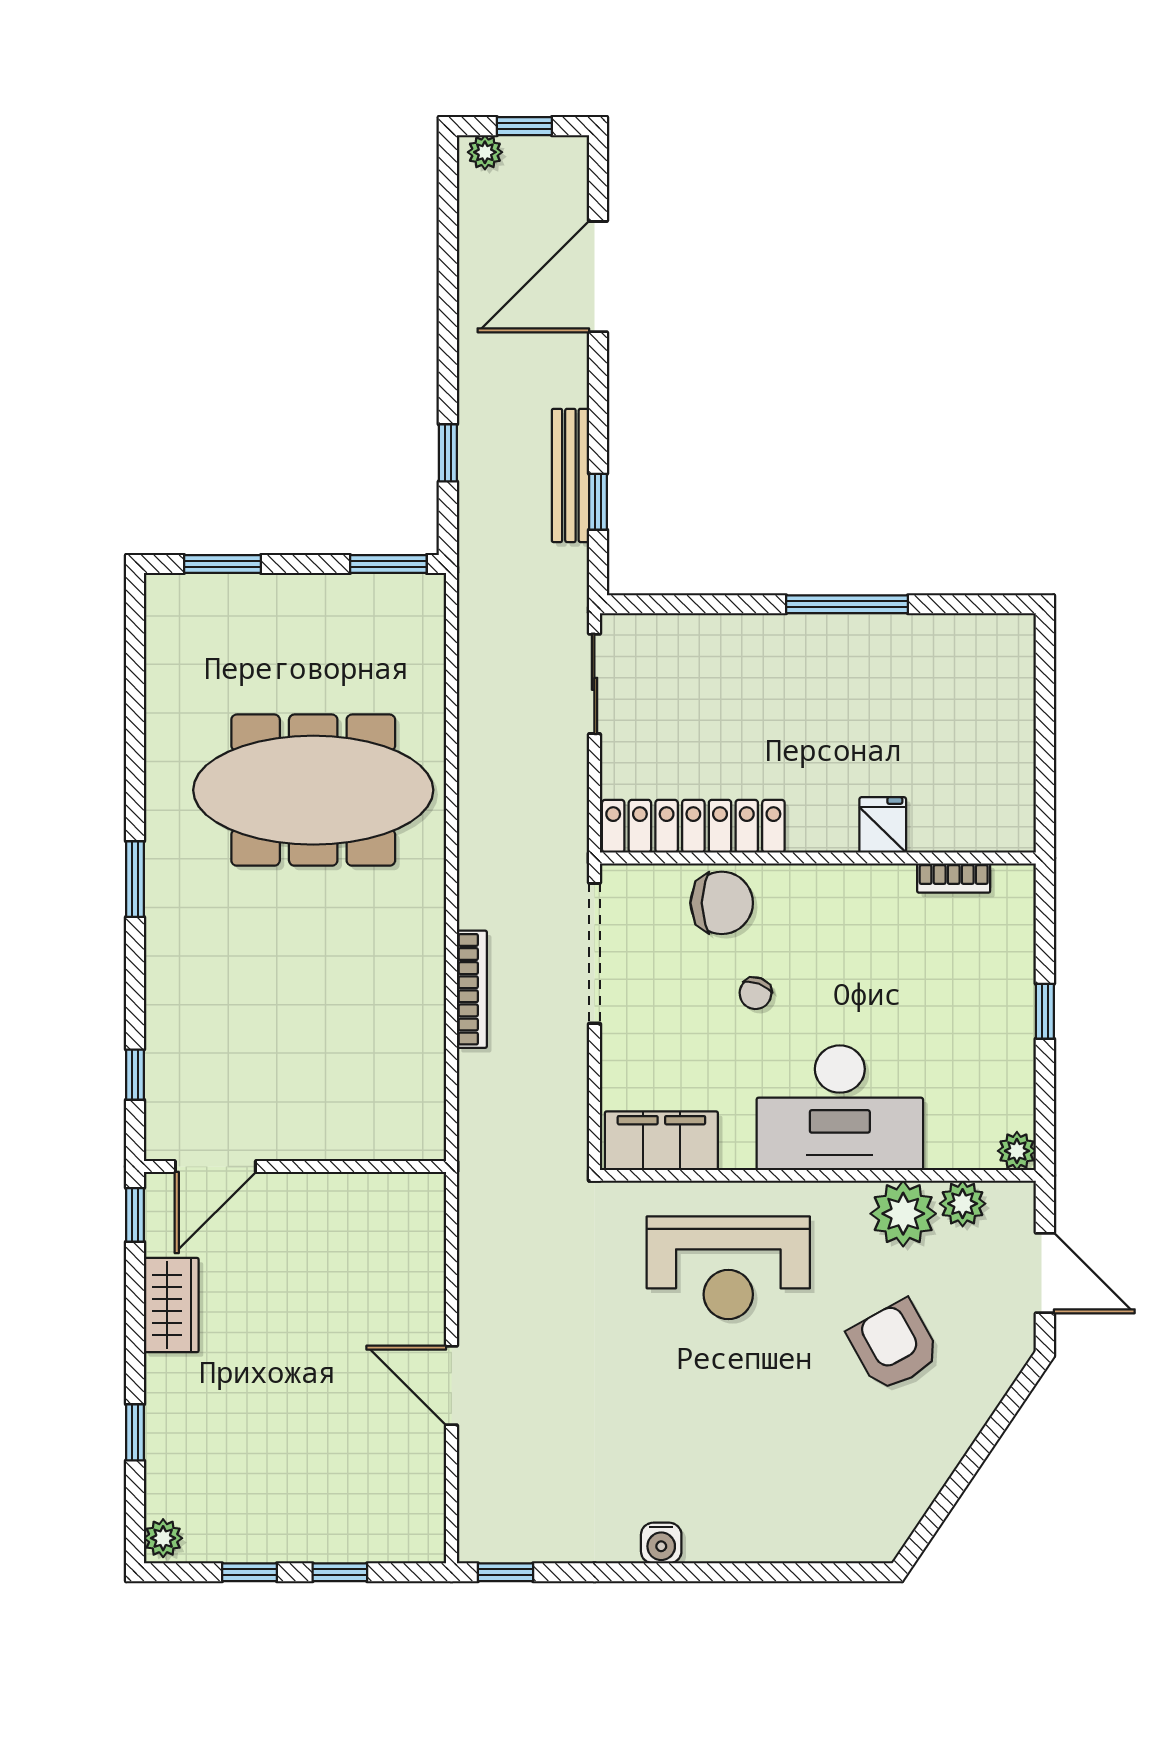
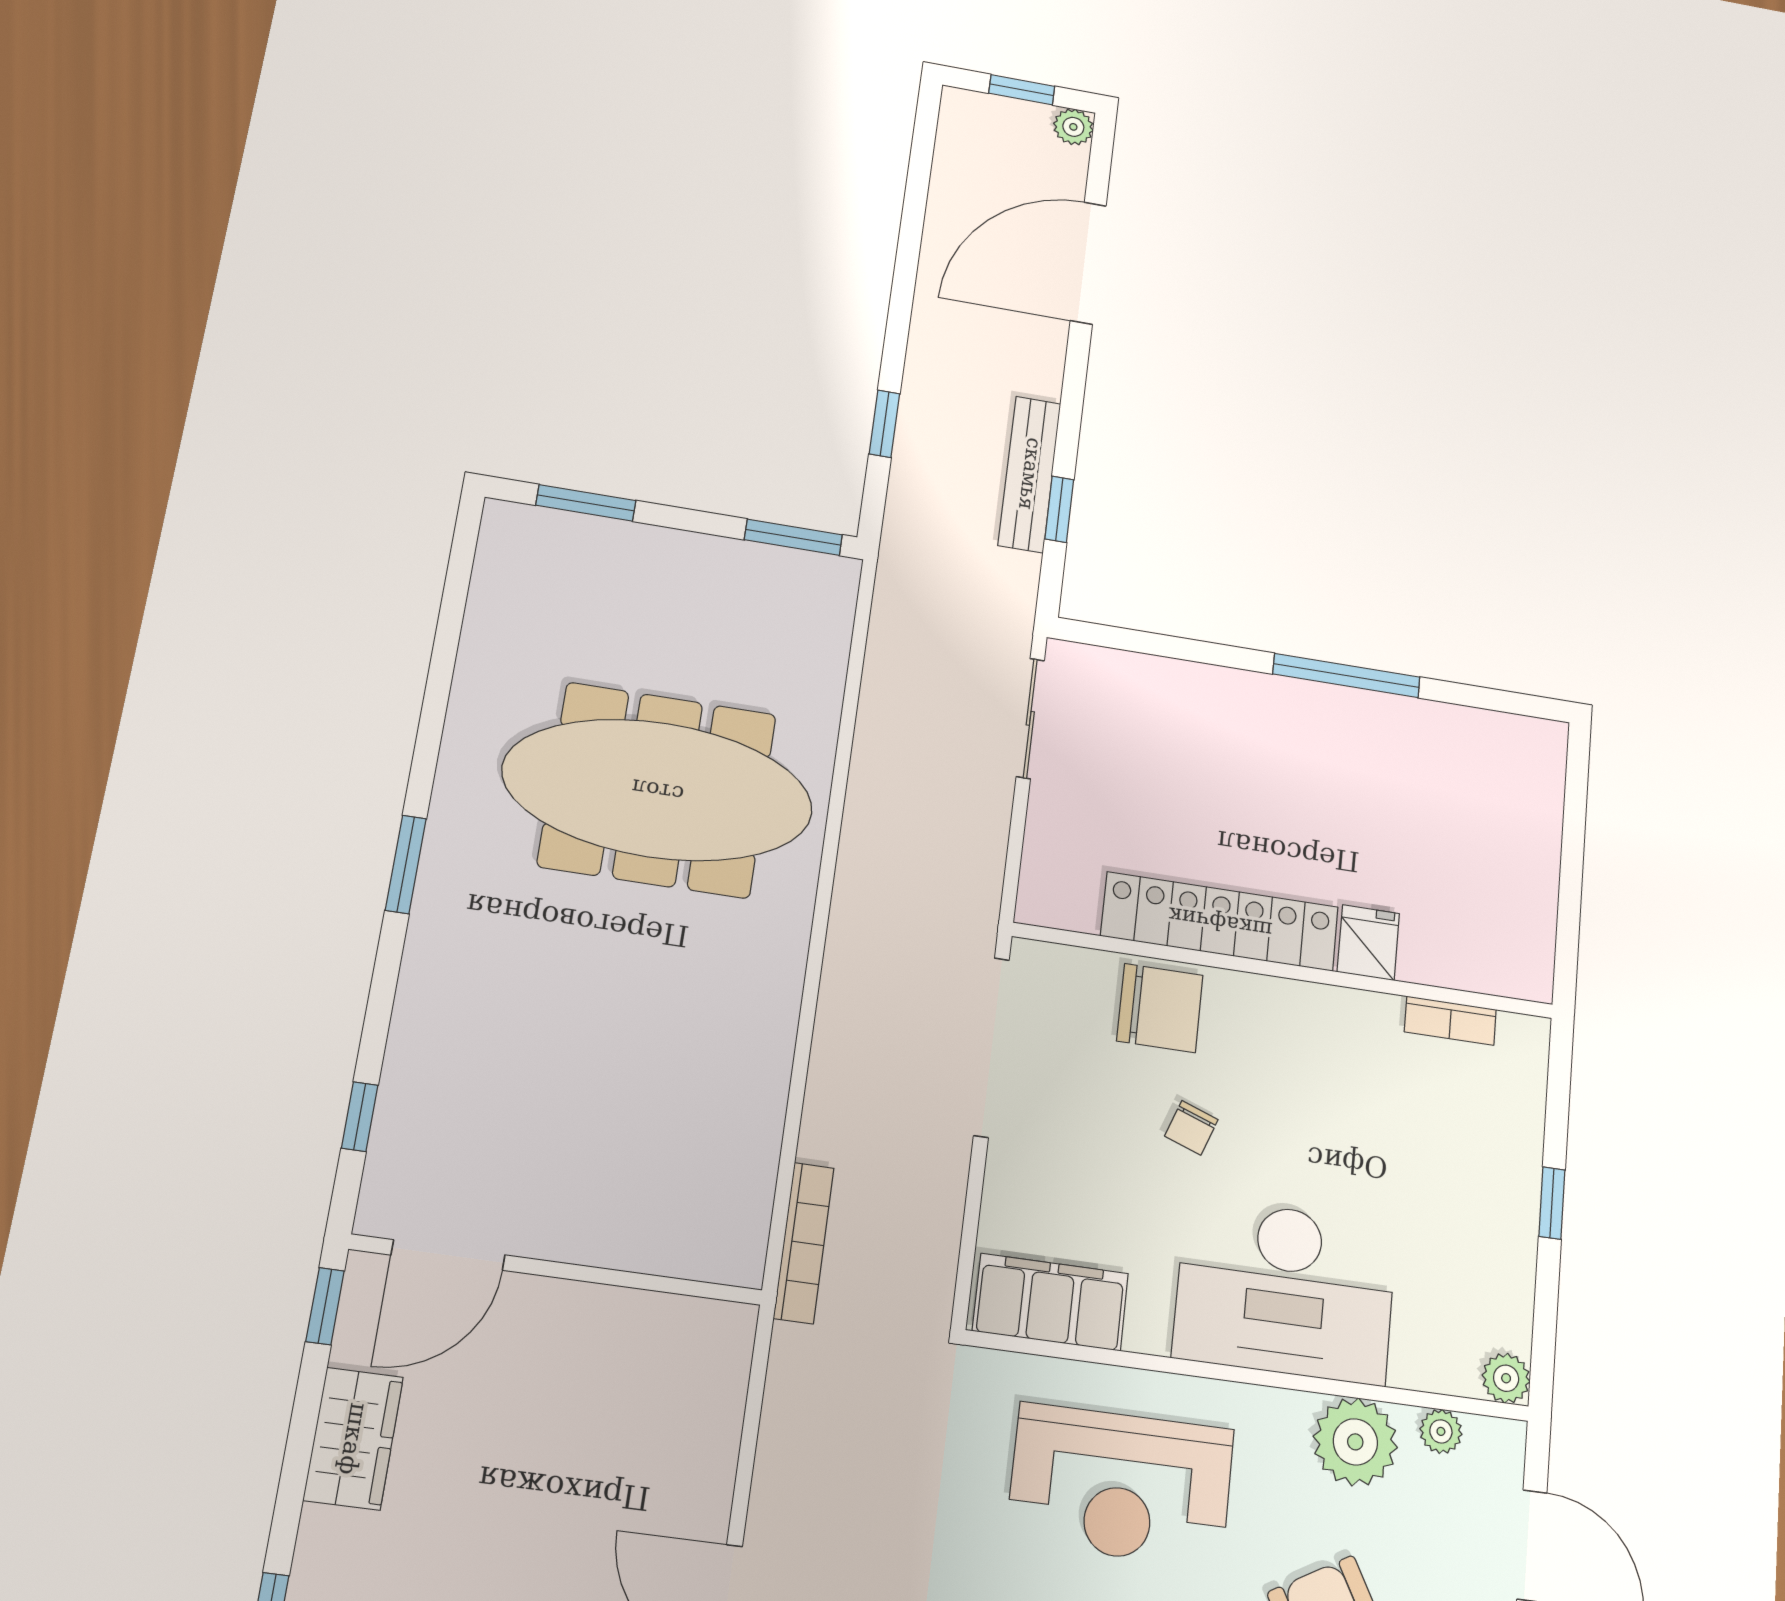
plant: (485, 152) -> (1073, 127), moved
locker: (693, 826) -> (1220, 922), moved
bookcase: (472, 989) -> (804, 1243), moved
plant: (963, 1204) -> (1441, 1431), width x0.73, depth x0.73

